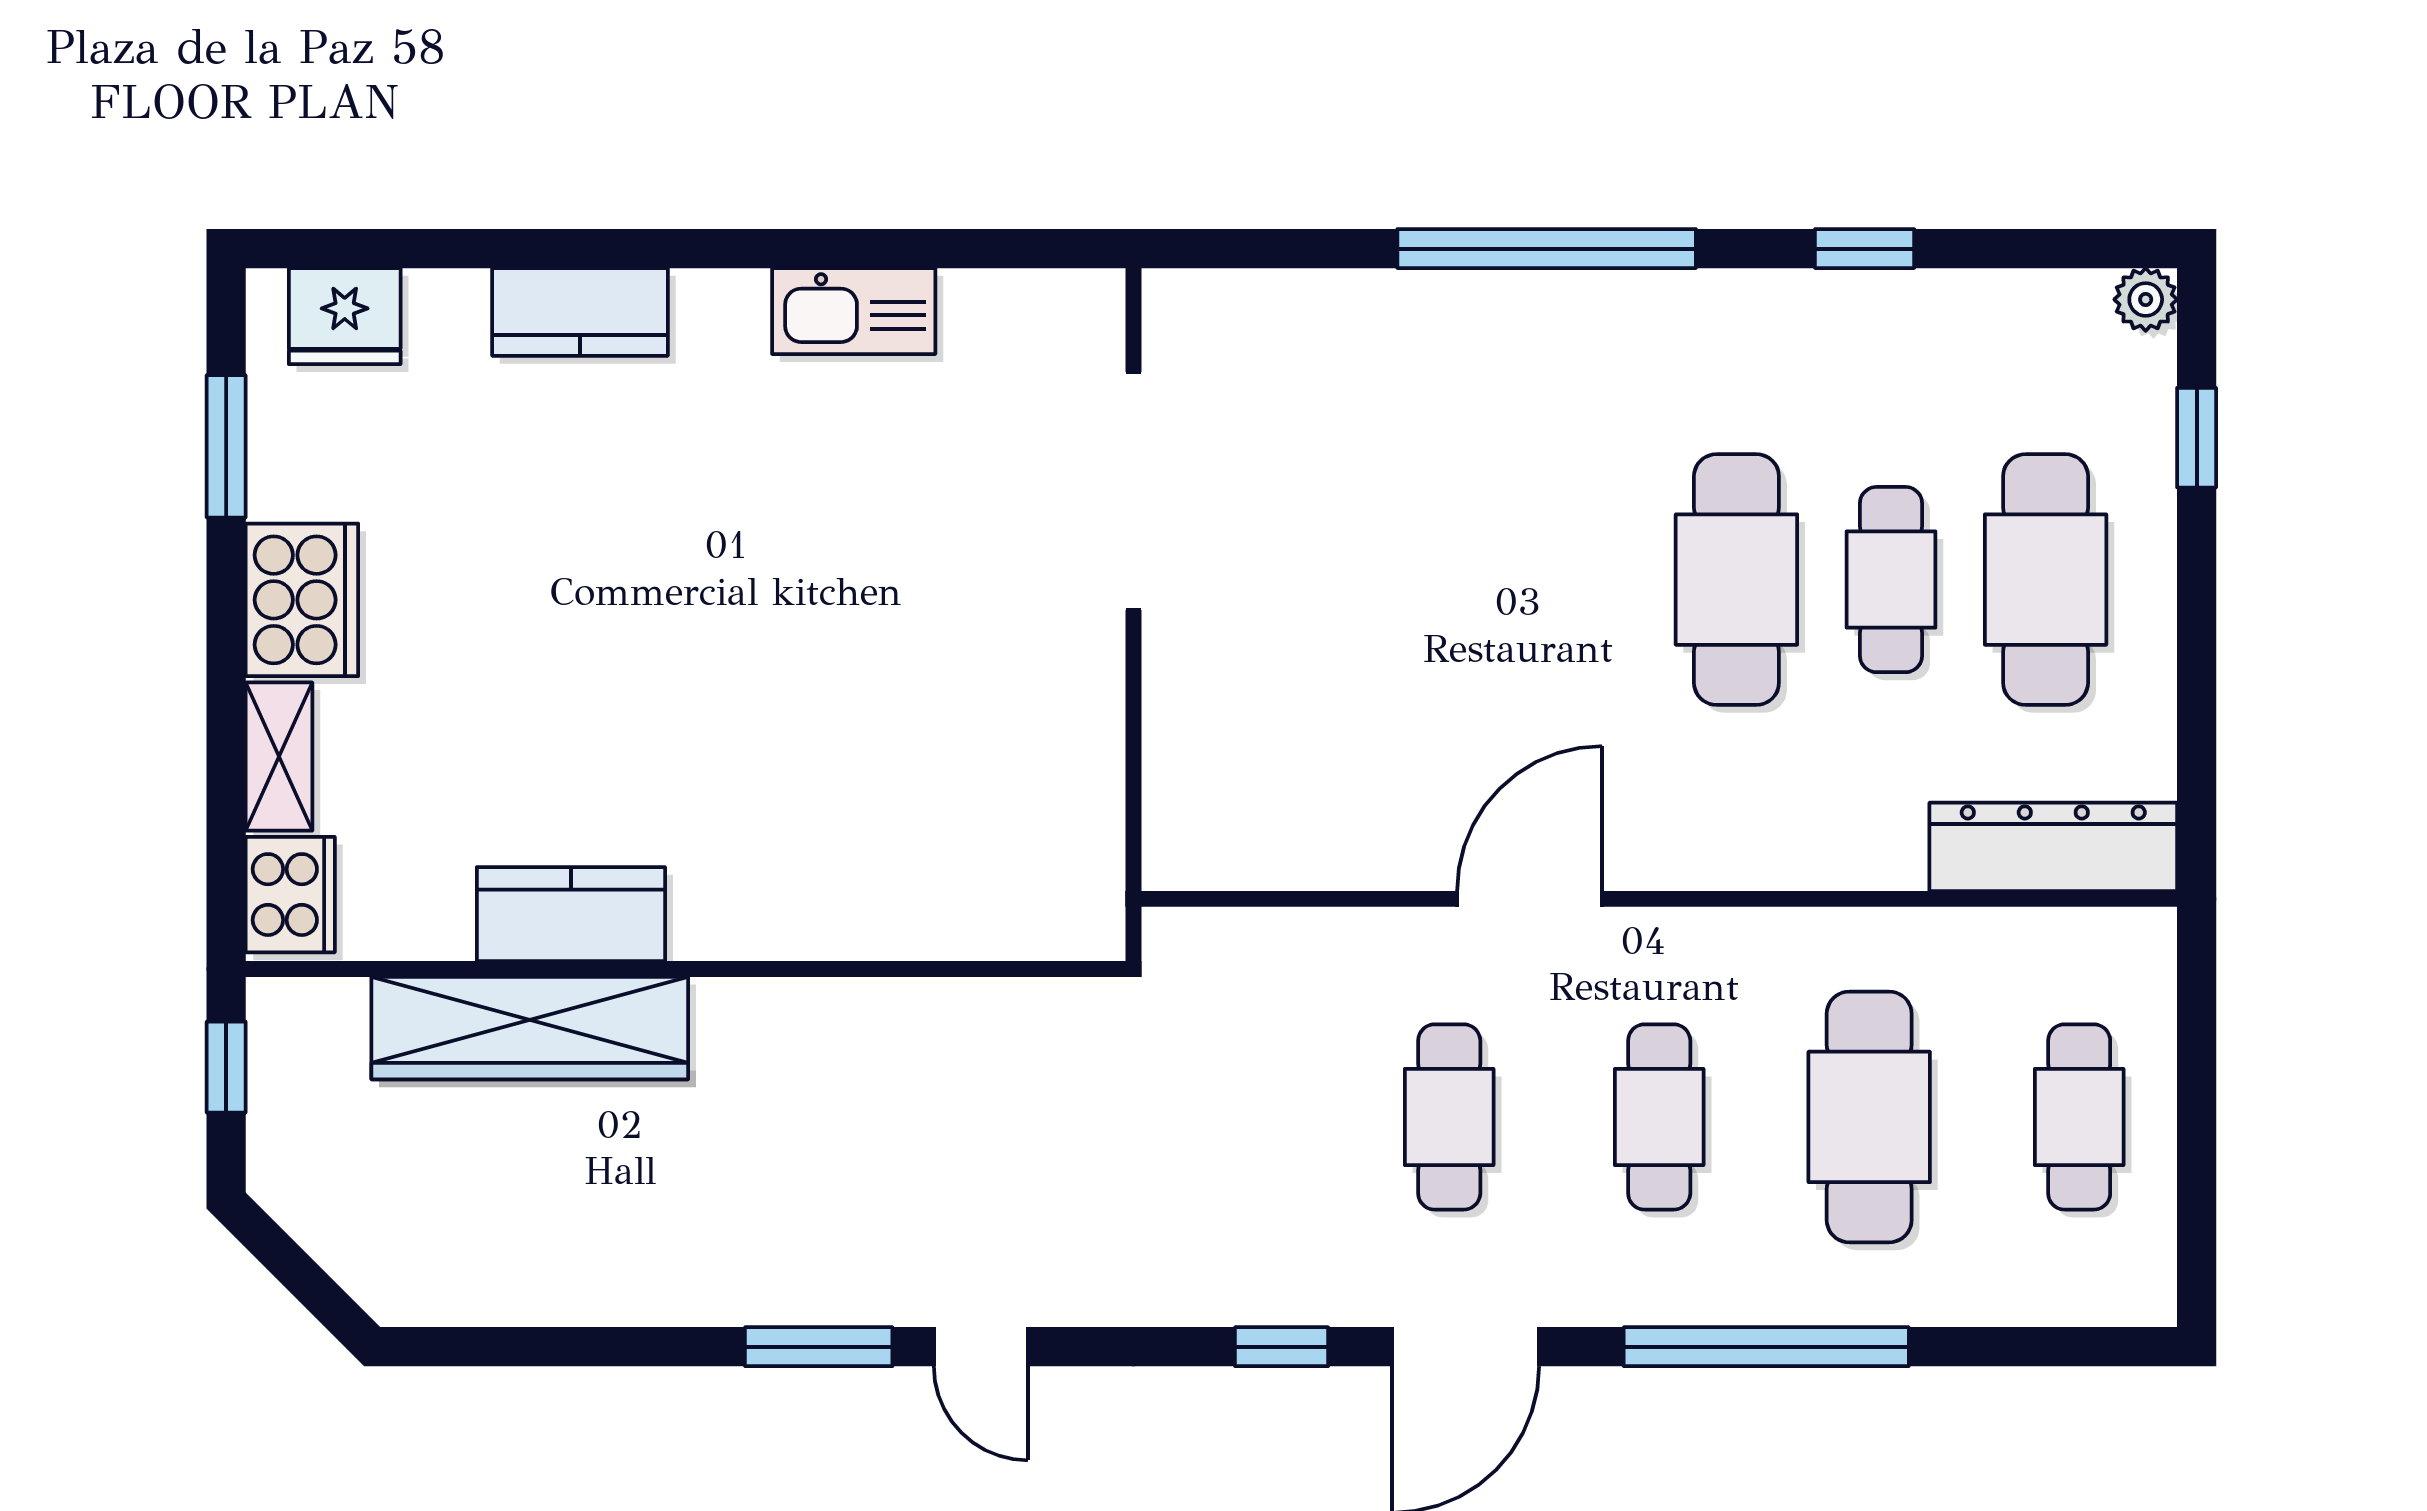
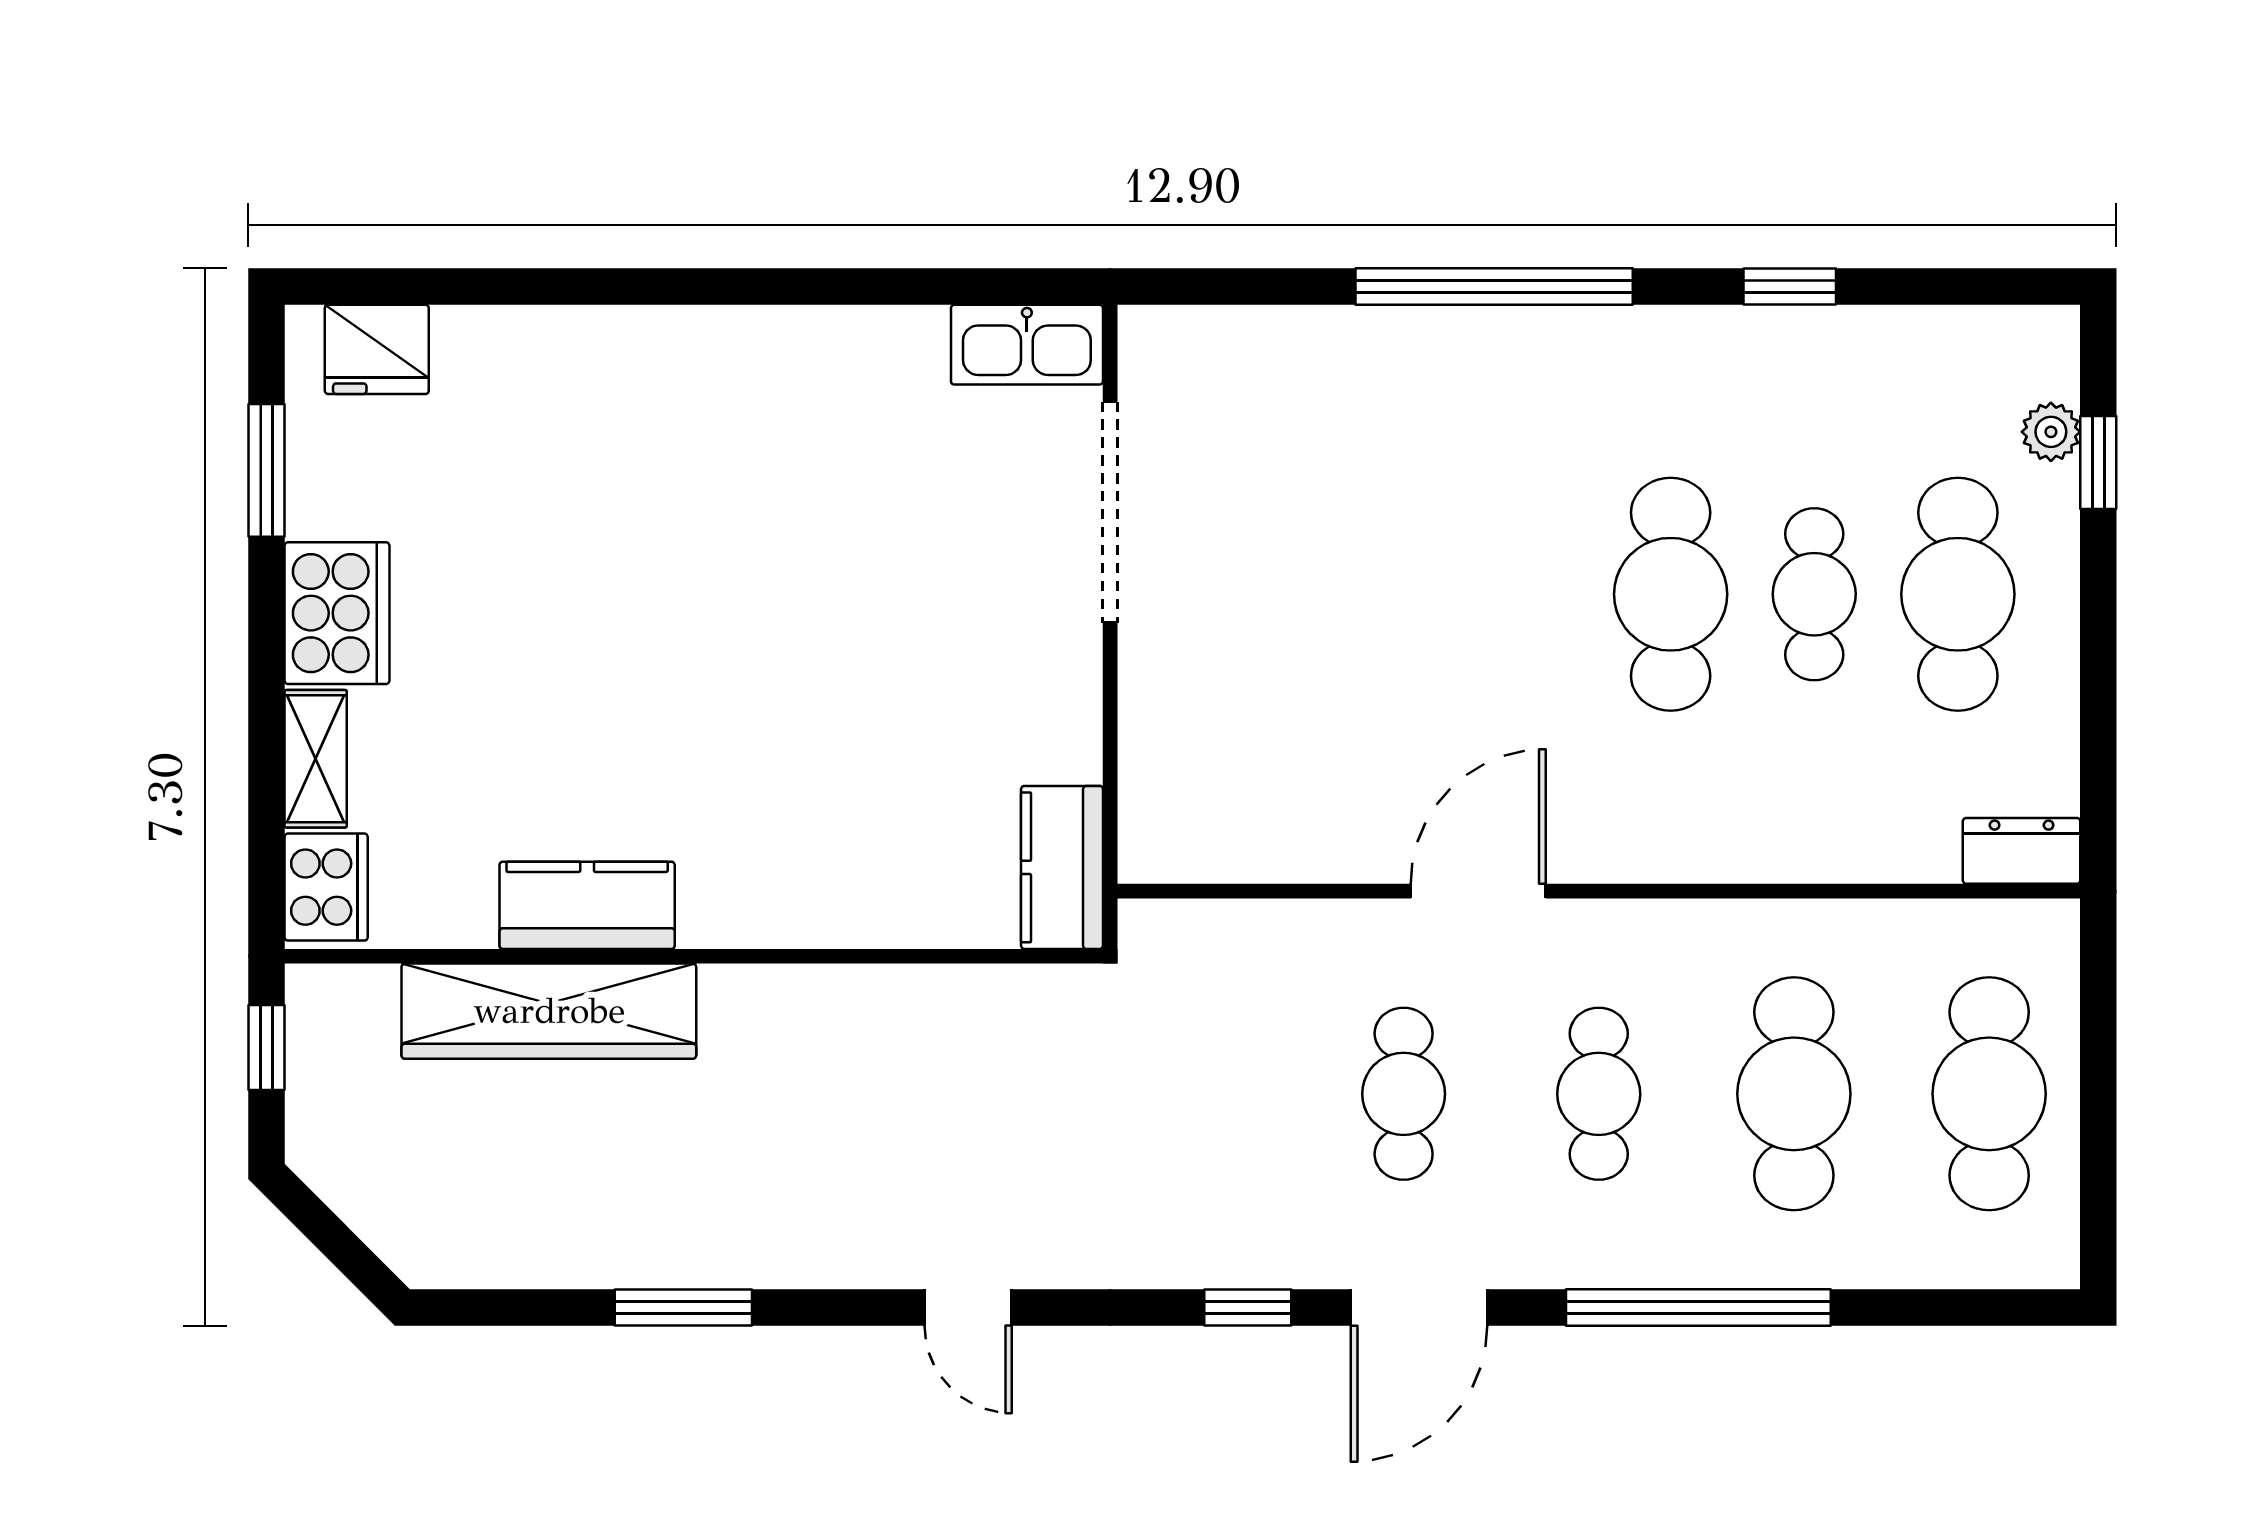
plant: (2146, 299) -> (2051, 432), moved
kitchen sink: (854, 311) -> (1027, 345), moved
kitchen counter: (580, 312) -> (1062, 867), moved, turned 90
dresser: (2053, 847) -> (2022, 851), width x0.51, depth x0.80
cafe table: (2079, 1117) -> (1989, 1094), width x1.37, depth x1.35
window: (819, 1347) -> (683, 1307), moved

